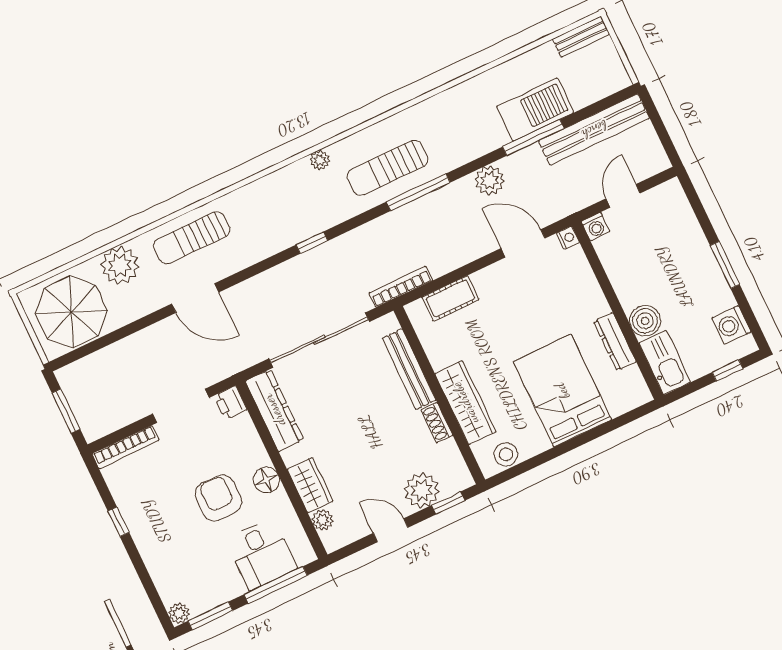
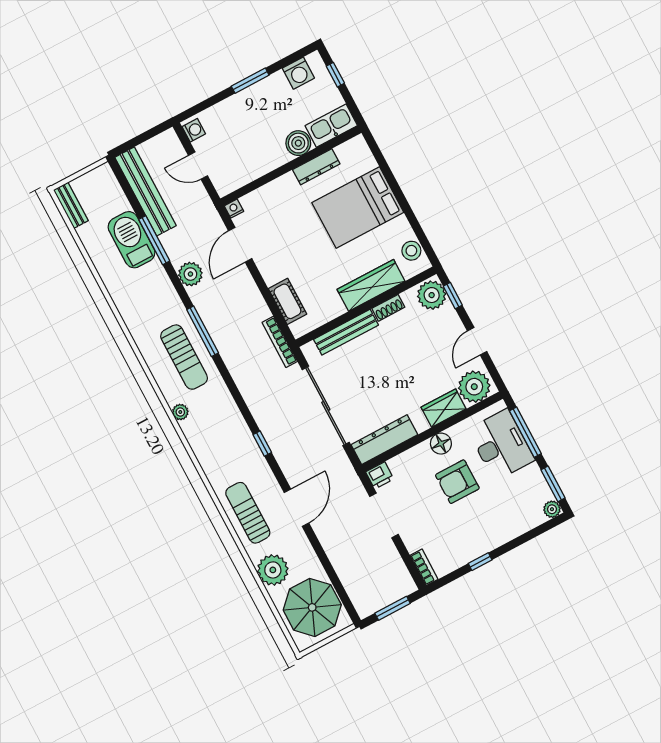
washing machine: (595, 227) -> (194, 130), moved
sun lounger: (192, 238) -> (248, 513), turned 180
window: (312, 243) -> (262, 444), moved
bookcase: (125, 447) -> (424, 567), width x0.64
plant: (422, 490) -> (432, 295), moved
plant: (322, 520) -> (474, 387), width x1.88, depth x1.88
desk: (261, 554) -> (501, 445), width x1.37

